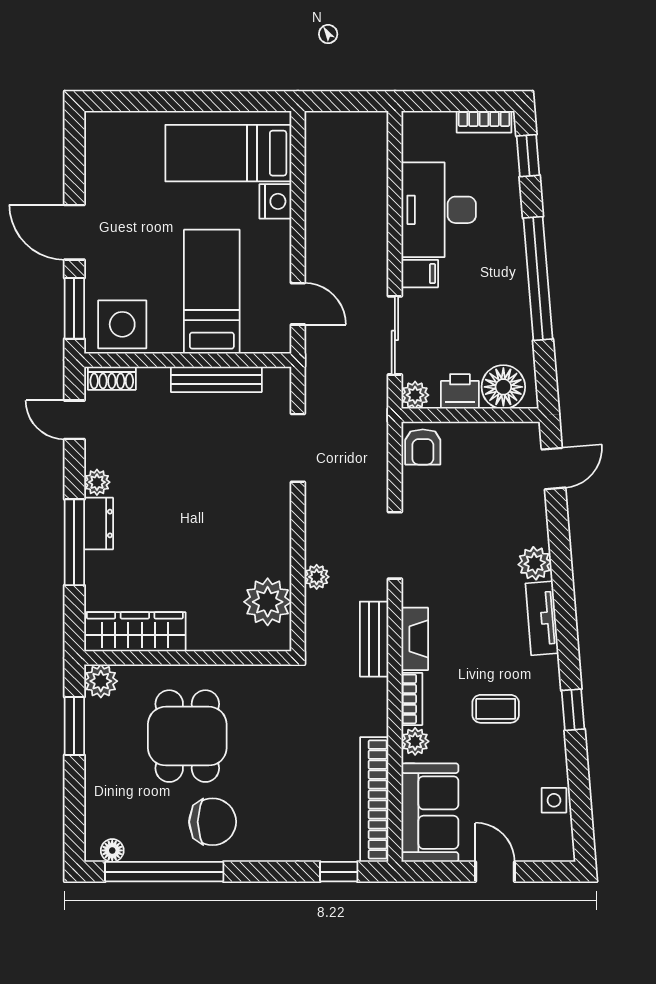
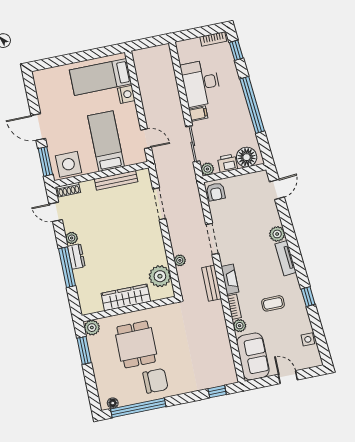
wardrobe: (135, 632) -> (126, 297), moved
bookcase: (374, 800) -> (227, 356), removed

